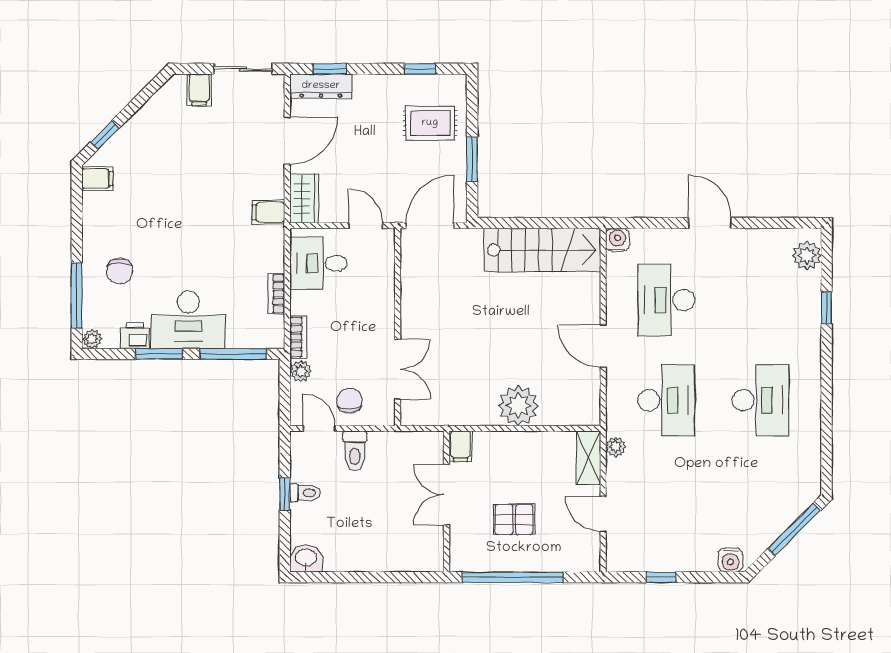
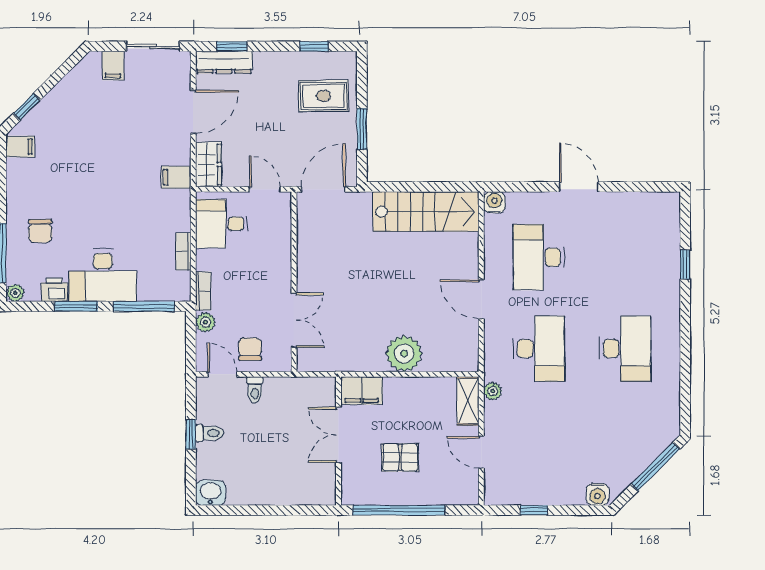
plant: (807, 256) -> (667, 217), removed
filing cabinet: (460, 446) -> (362, 391), width x2.00
toilet: (355, 451) -> (255, 390), width x0.73, depth x0.72

